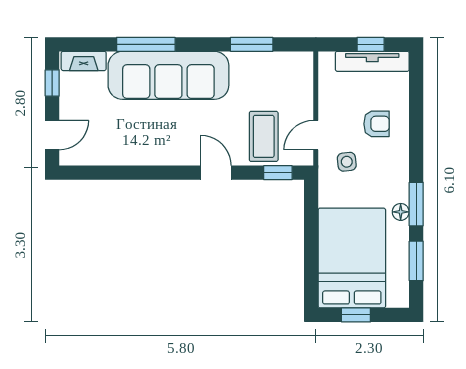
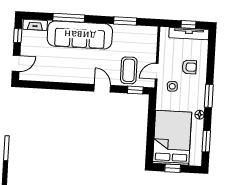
window: (416, 204) -> (209, 96), moved

